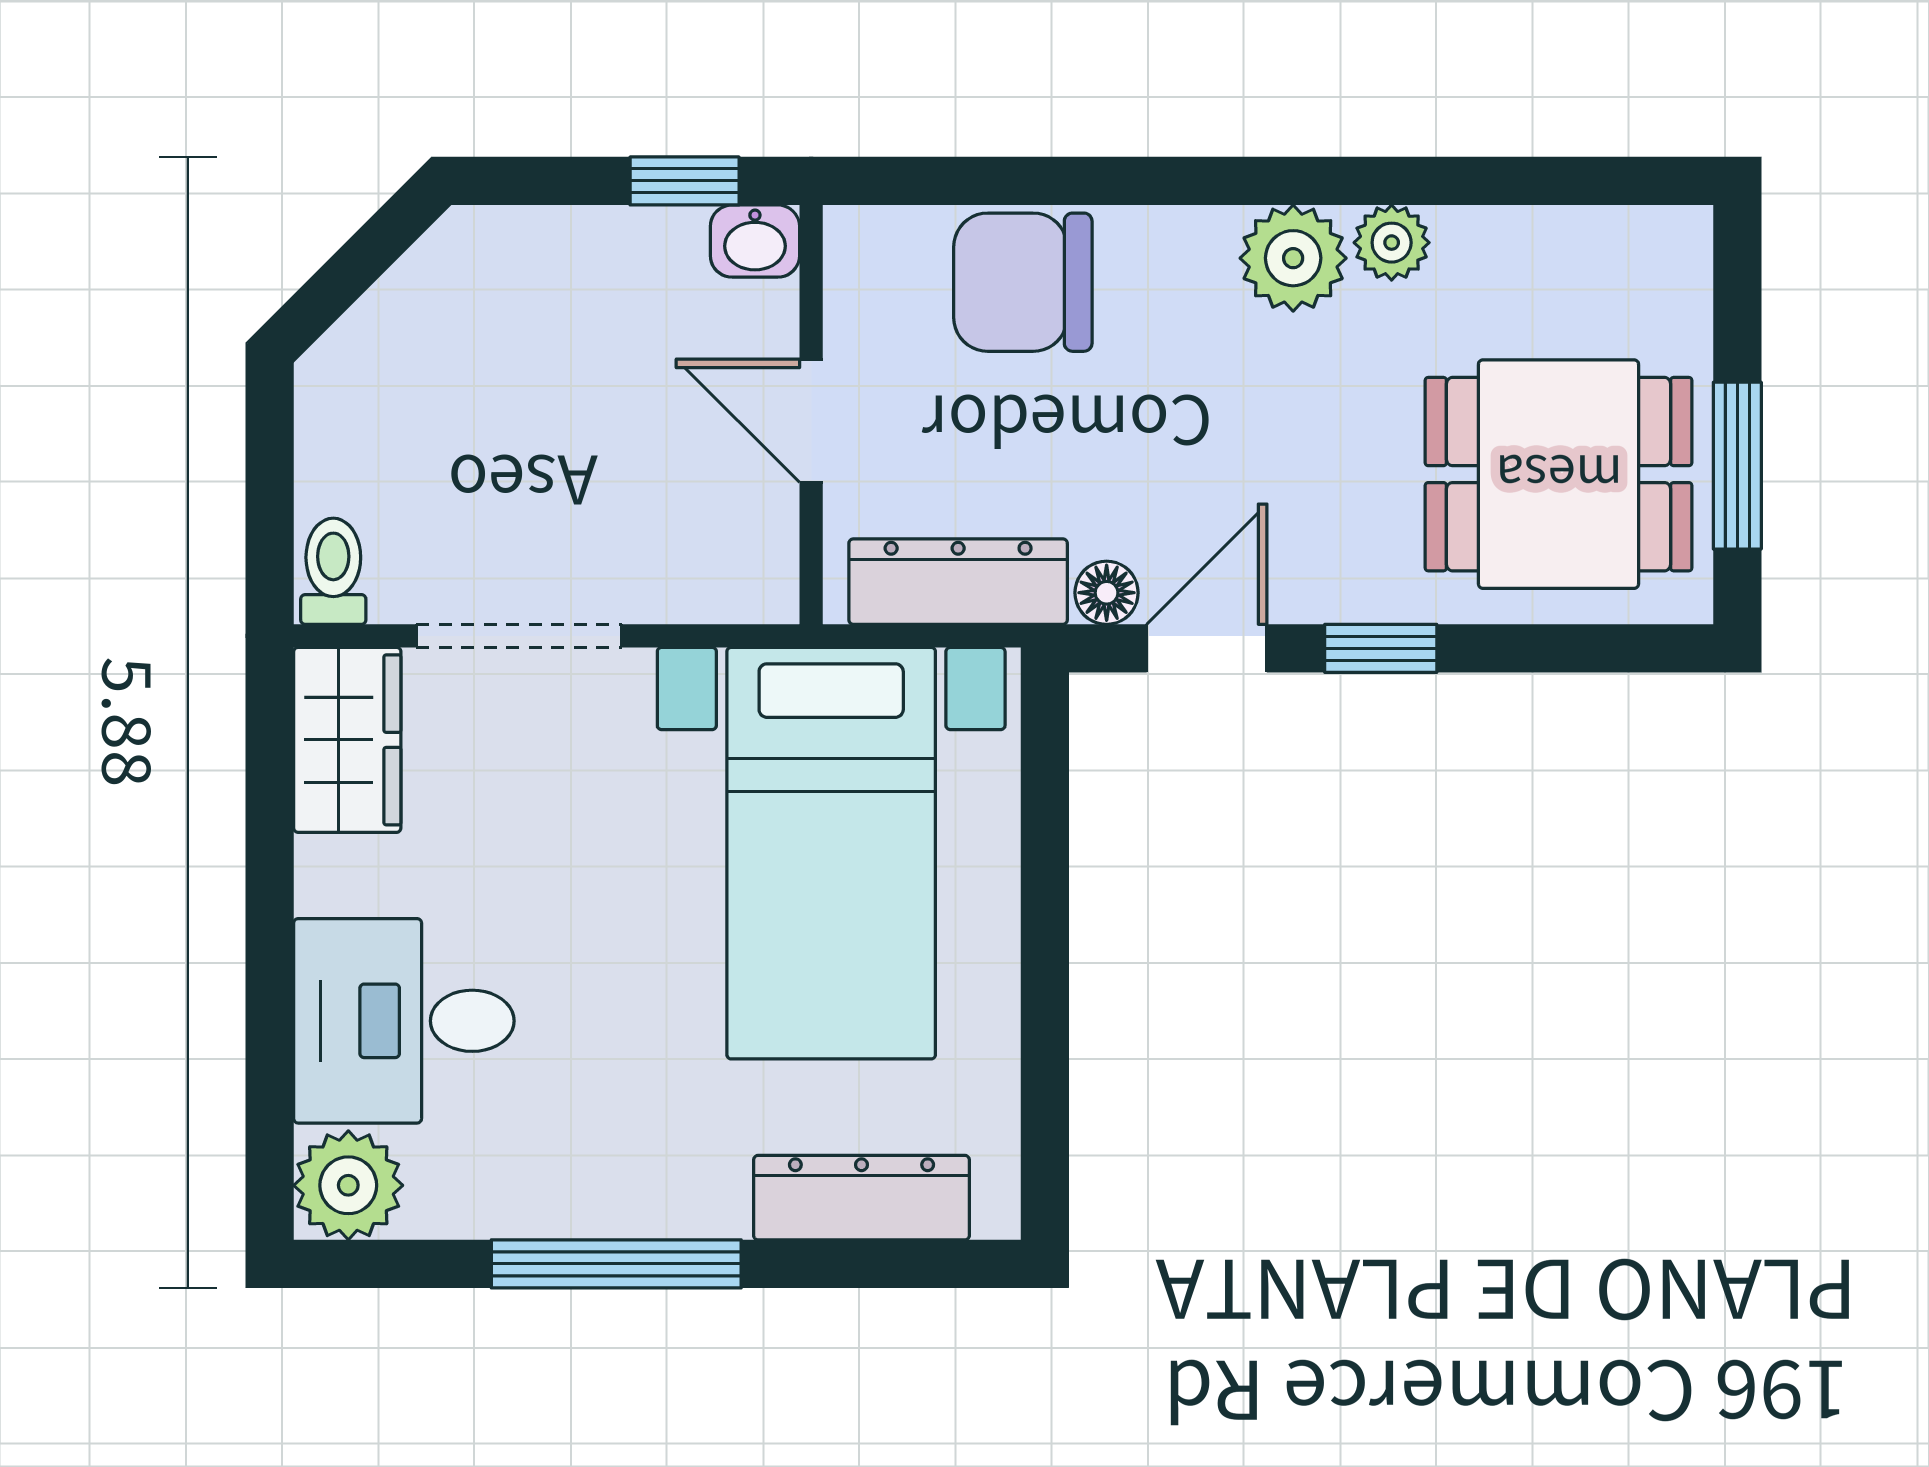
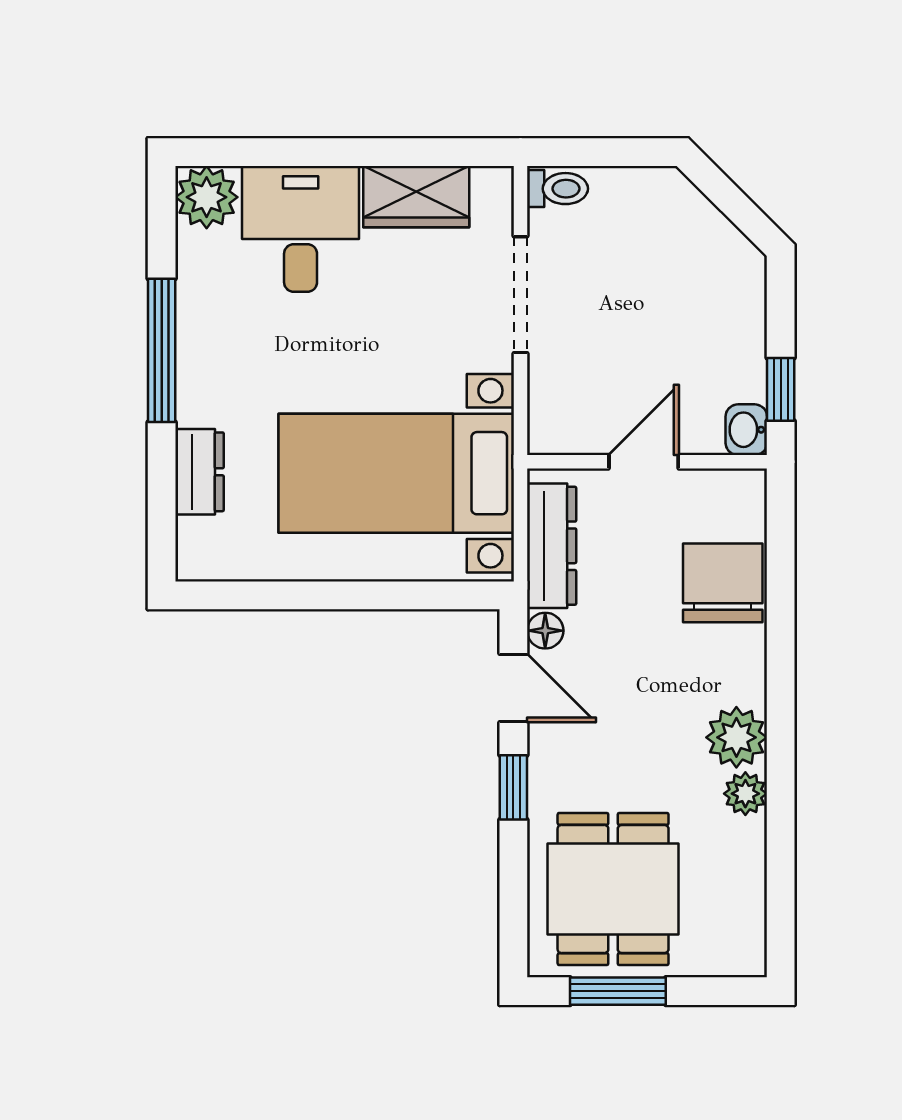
wardrobe: (347, 740) -> (416, 197), moved
dresser: (861, 1198) -> (199, 472), width x0.70

